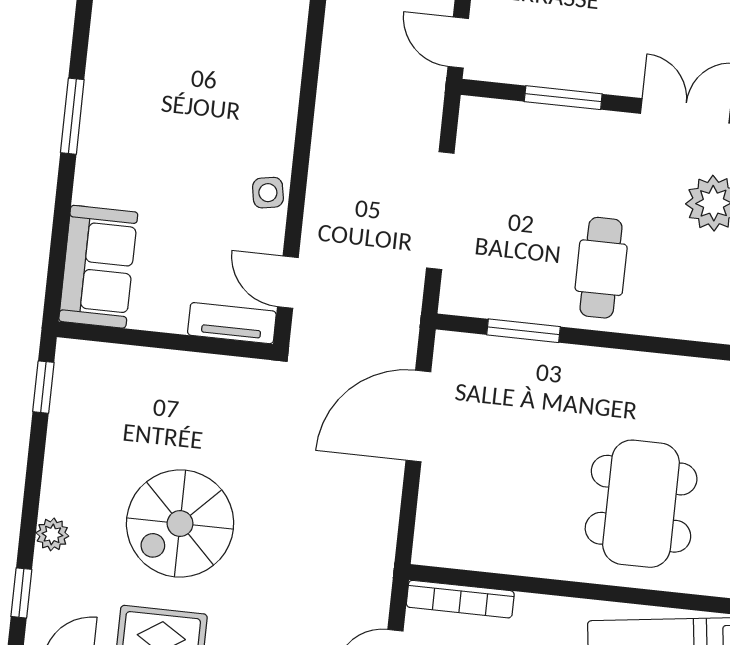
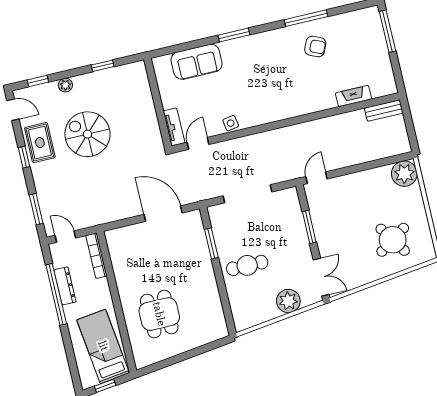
sofa: (98, 267) -> (197, 62), moved
window: (43, 387) -> (103, 66), moved
dining table: (641, 504) -> (159, 314), width x0.73

